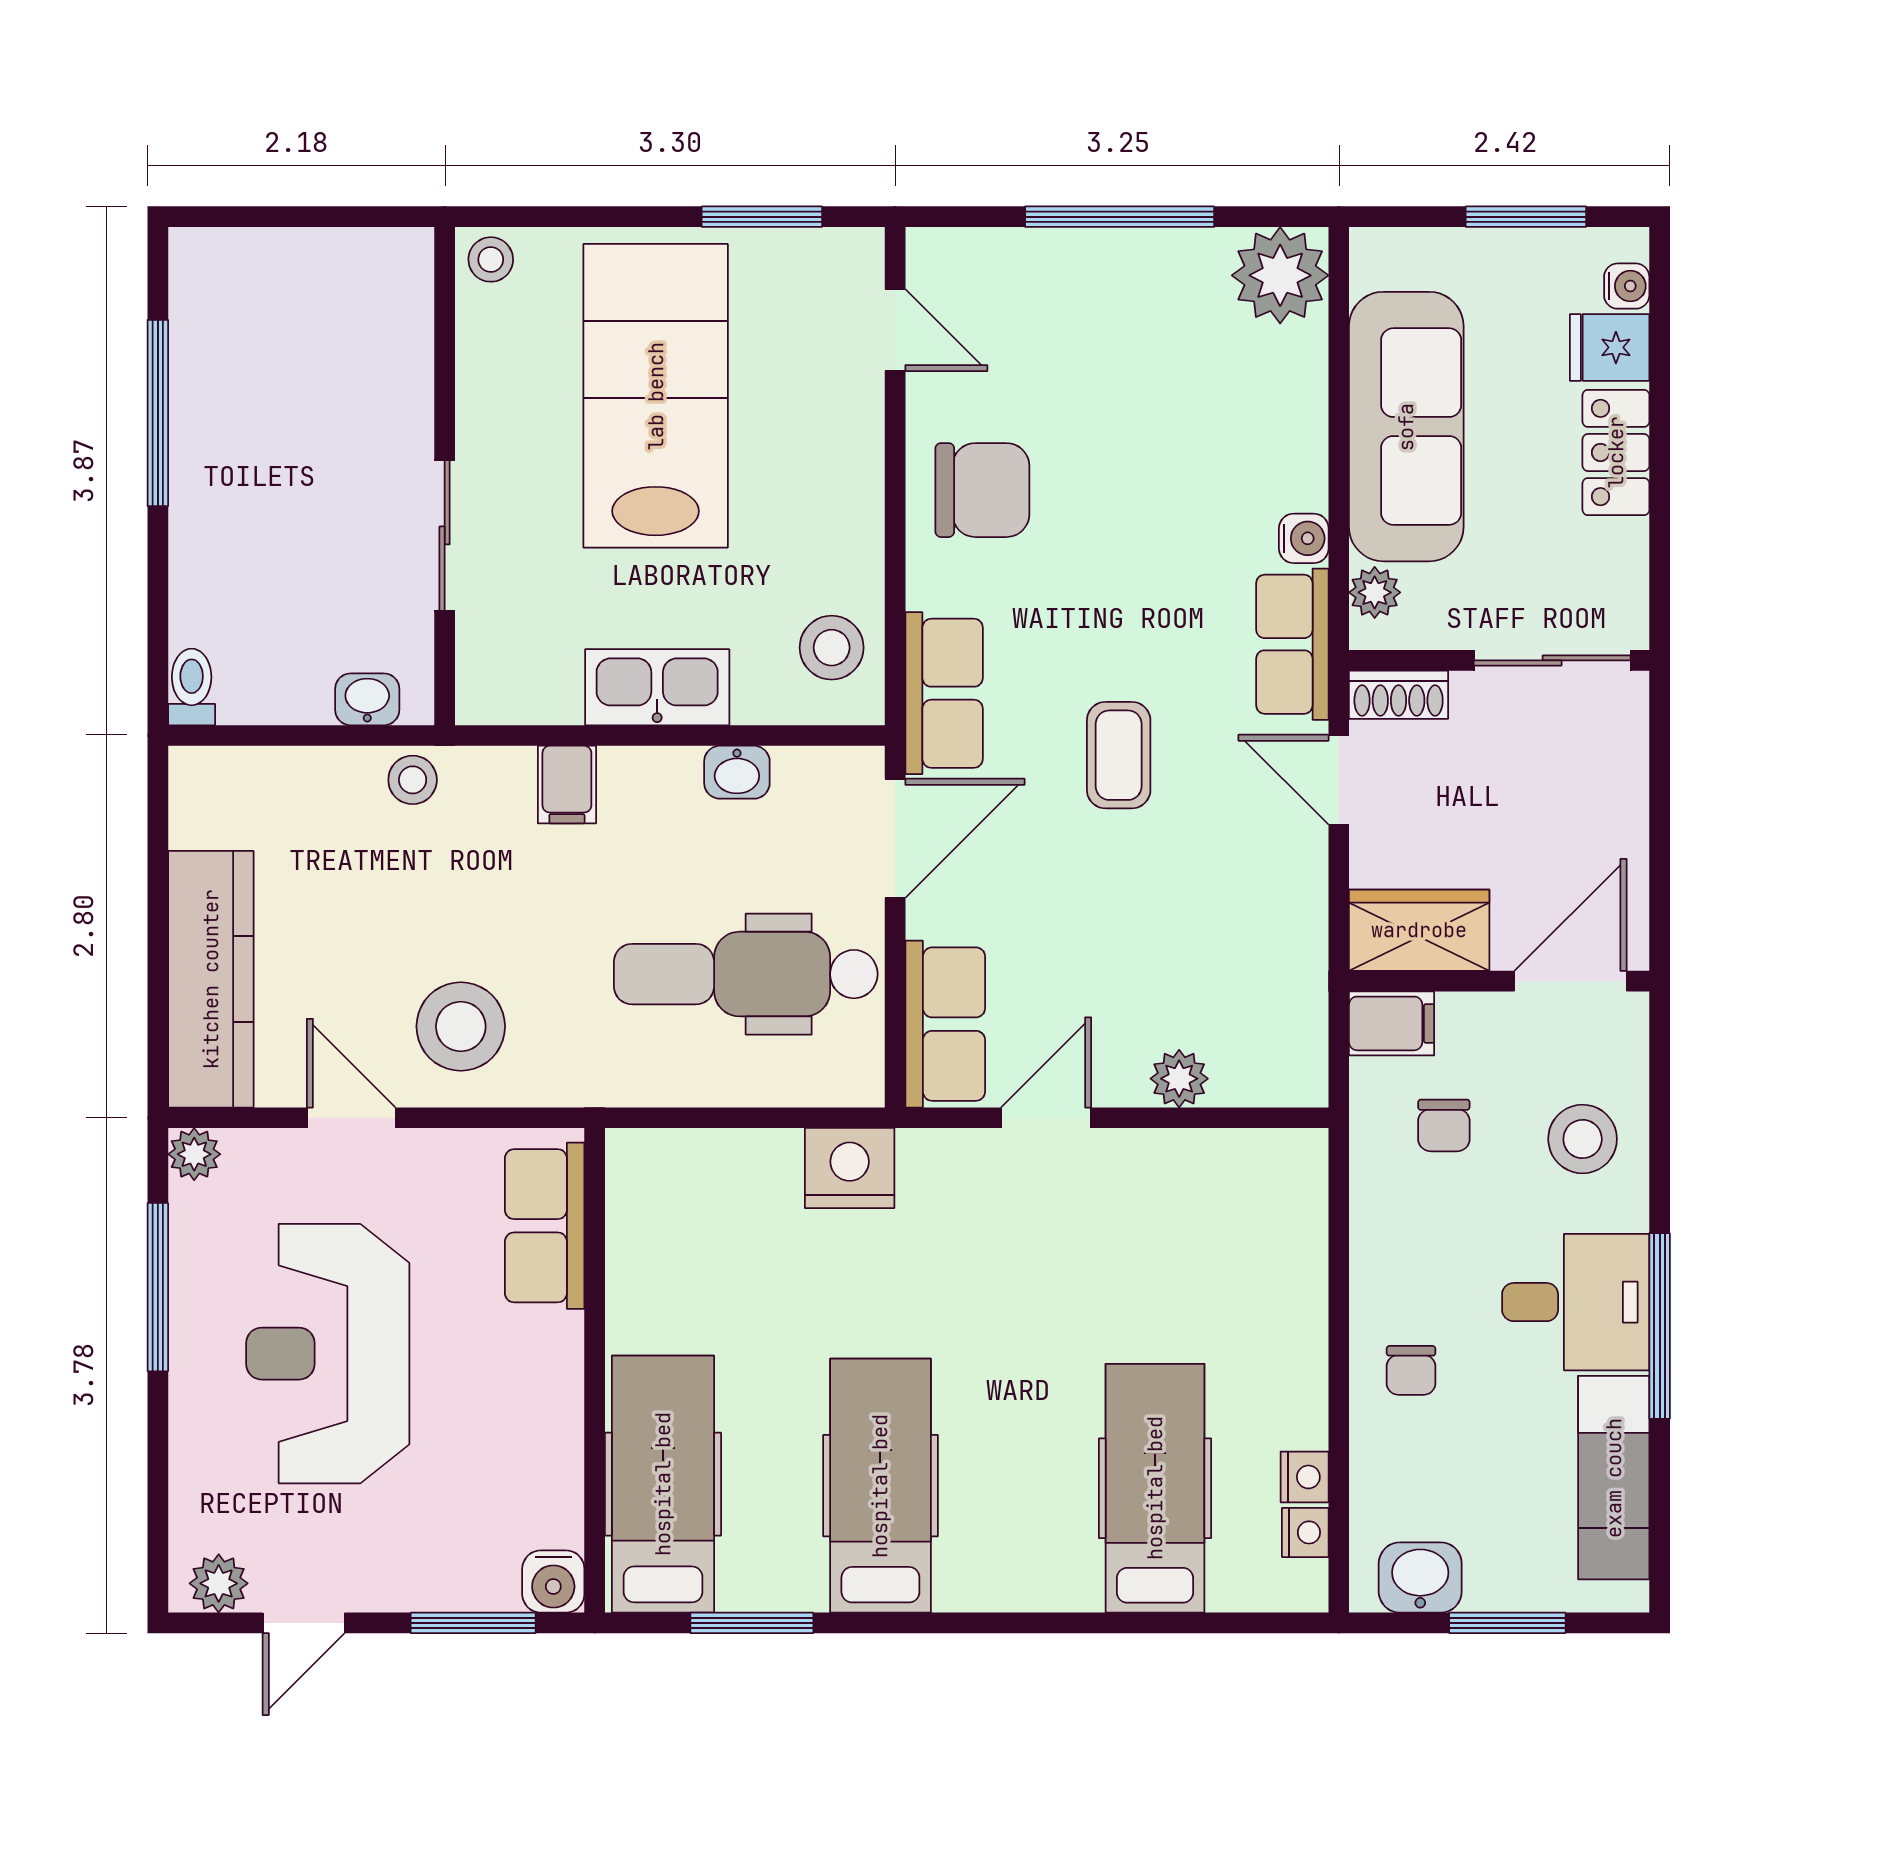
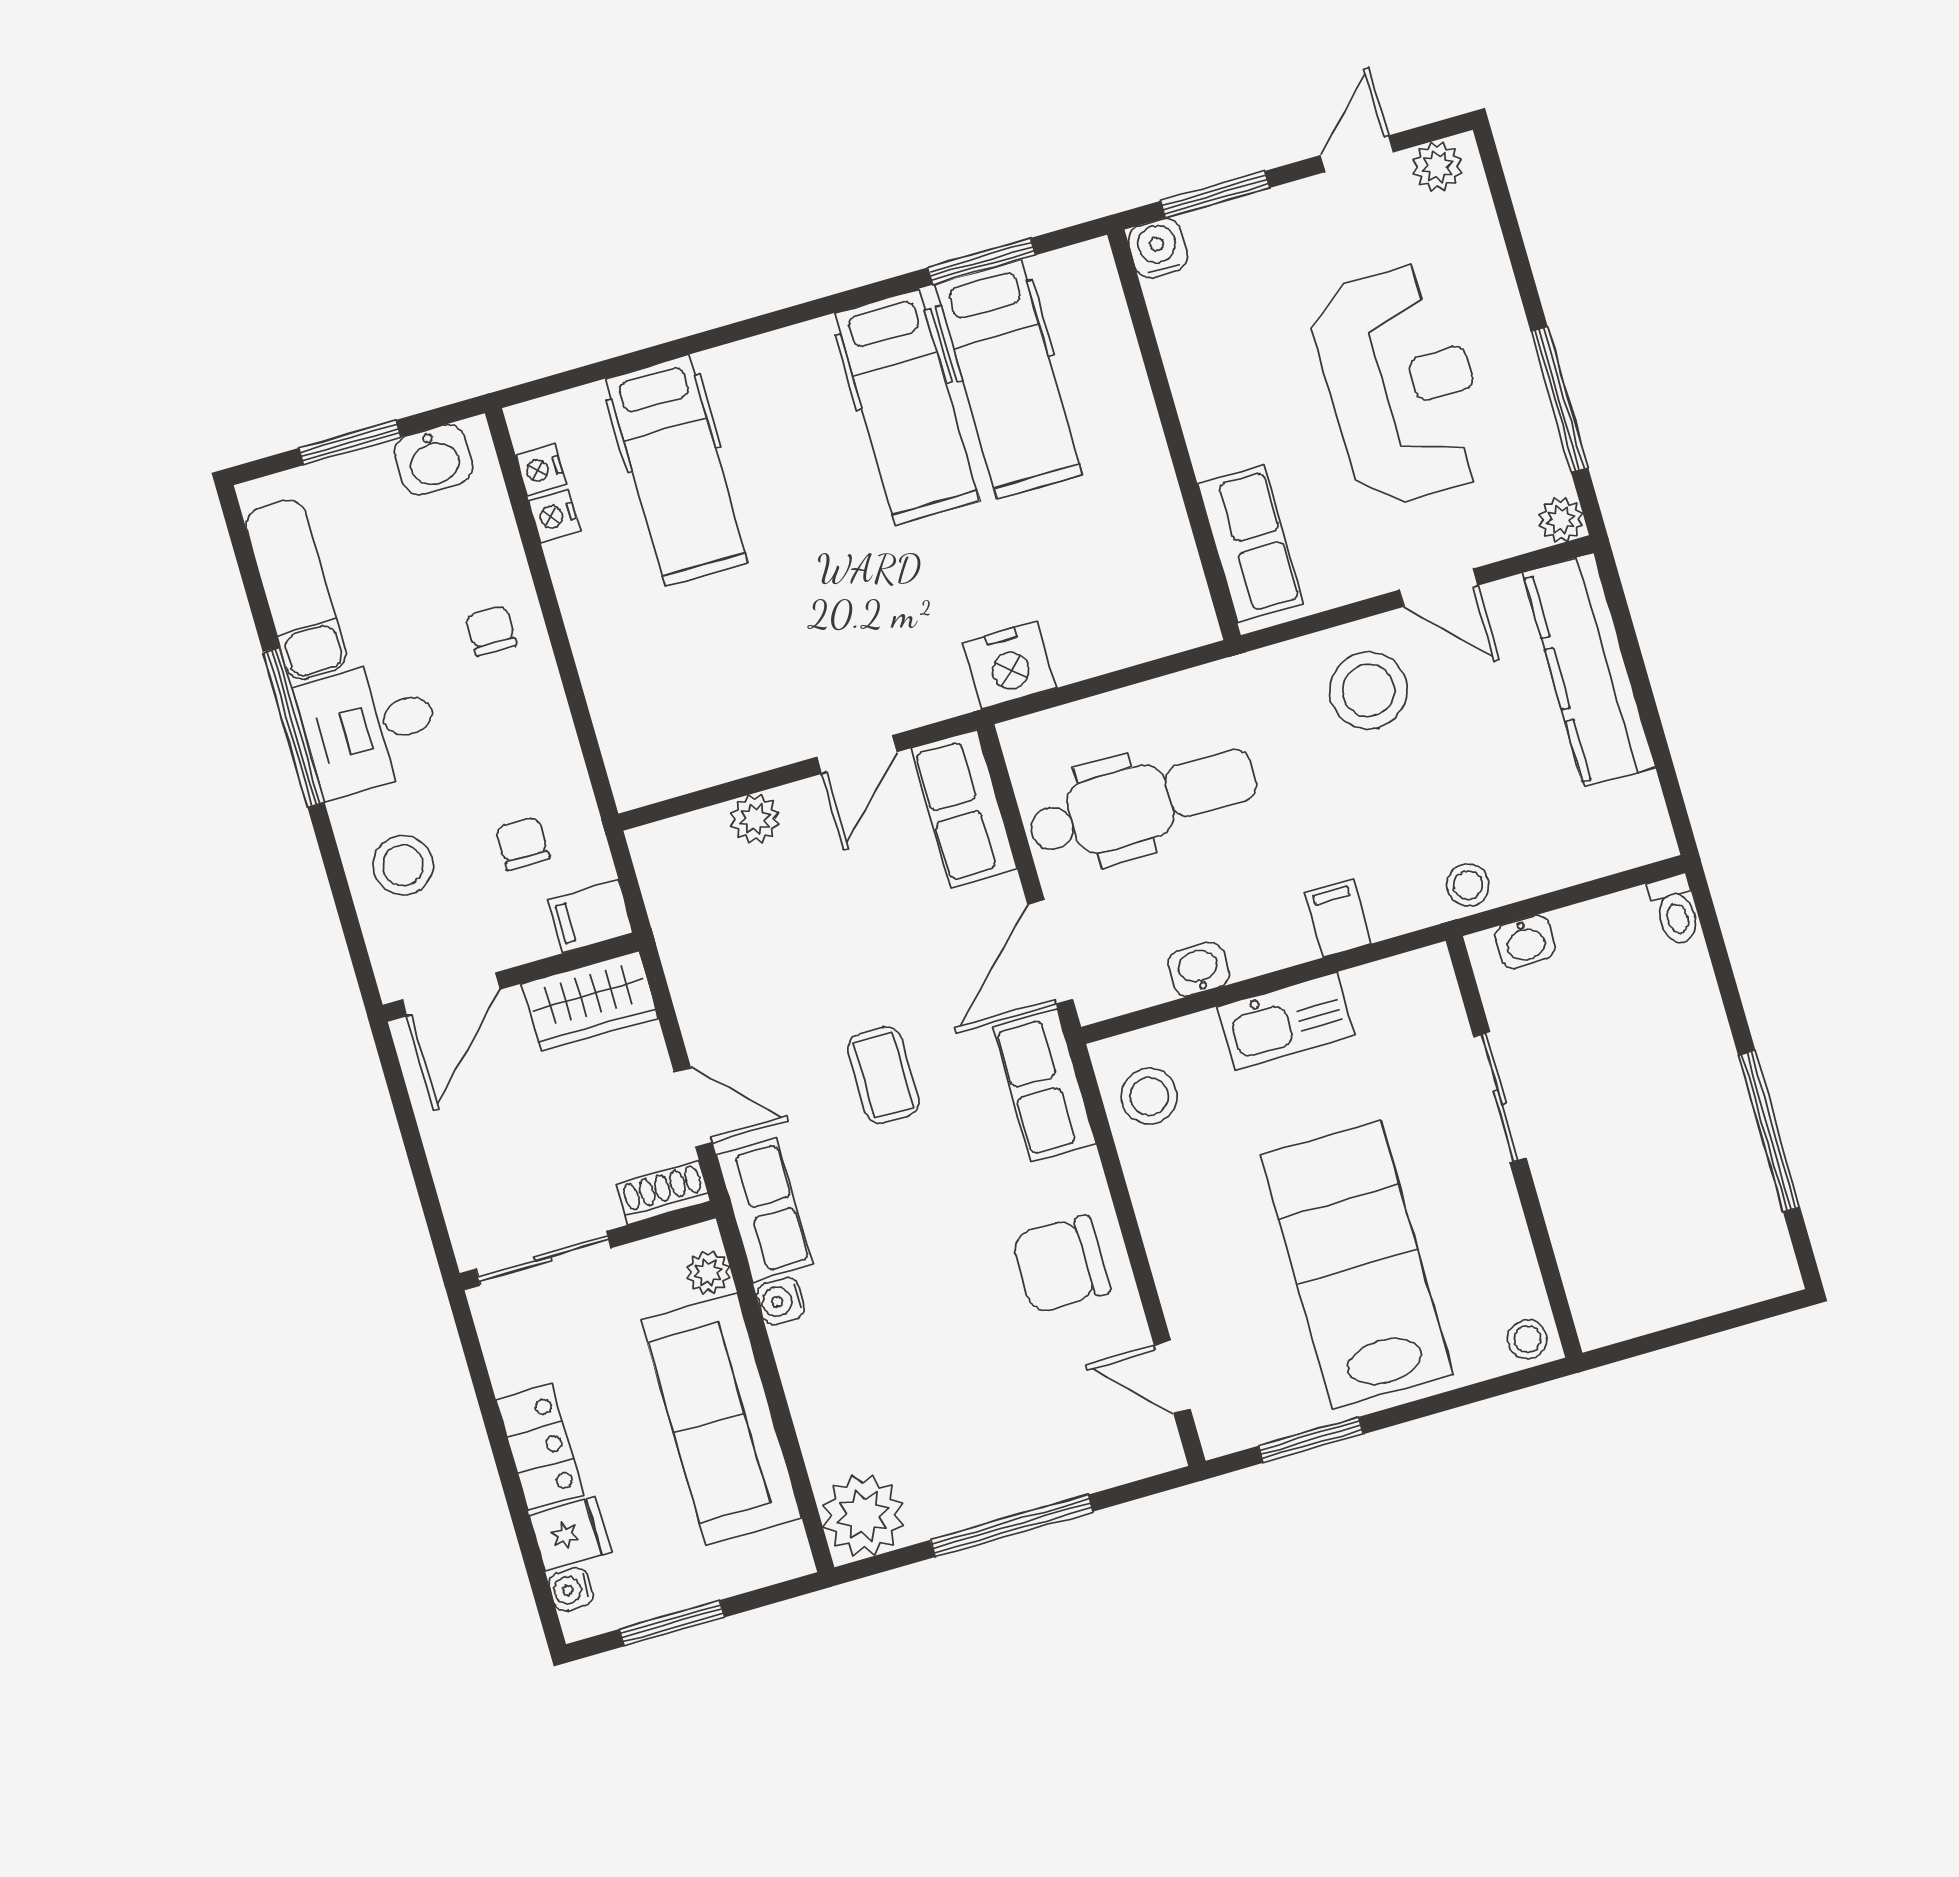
lab bench: (656, 396) -> (1357, 1265), turned 180
hospital bed: (663, 1484) -> (1009, 379), moved

